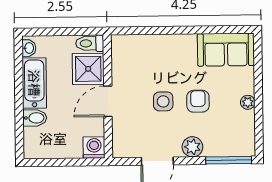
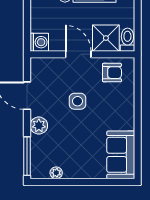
armchair: (198, 101) -> (112, 73), moved
plant: (248, 102) -> (56, 173), moved

